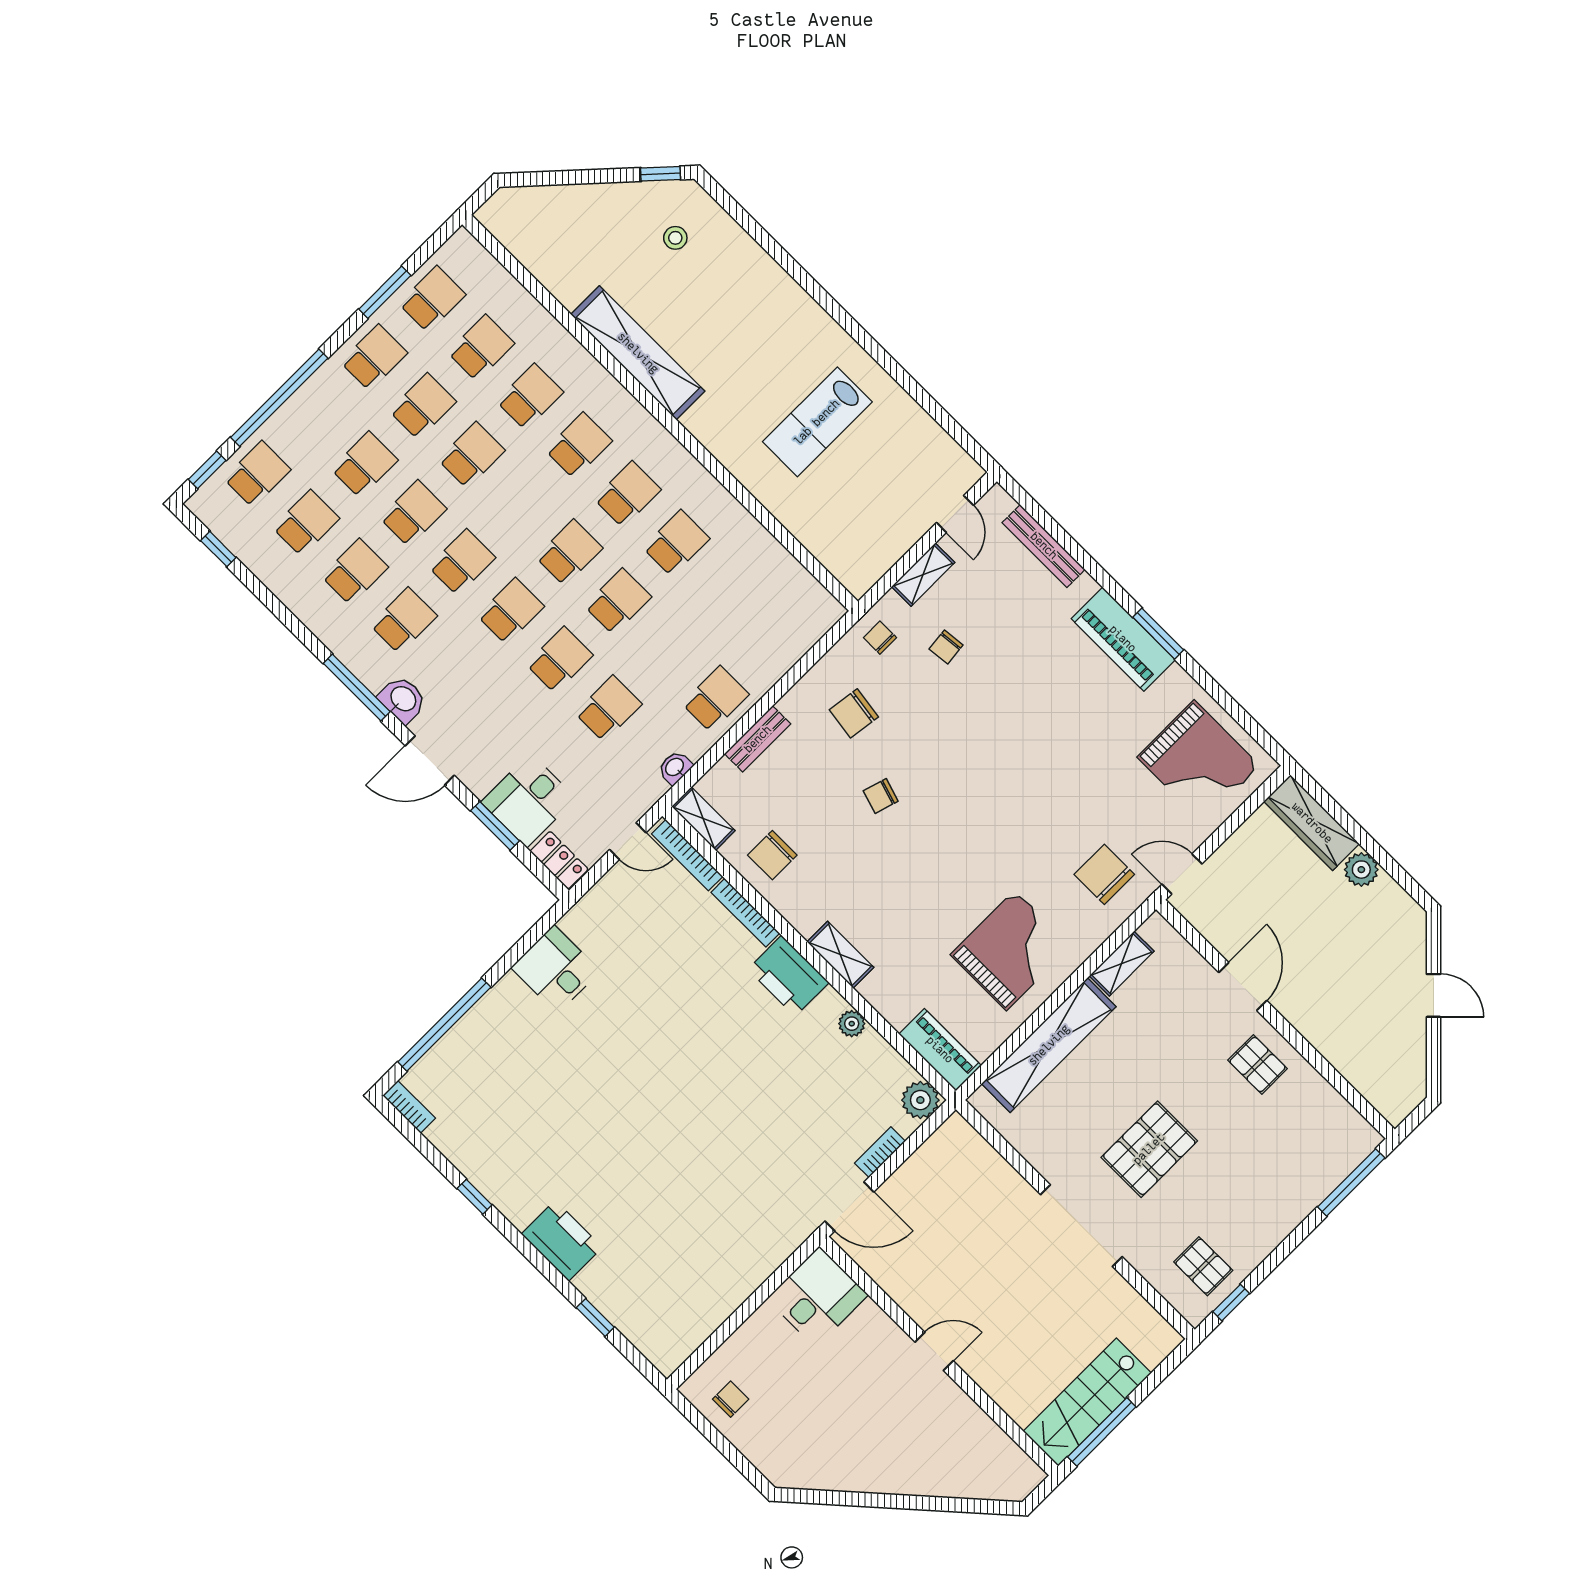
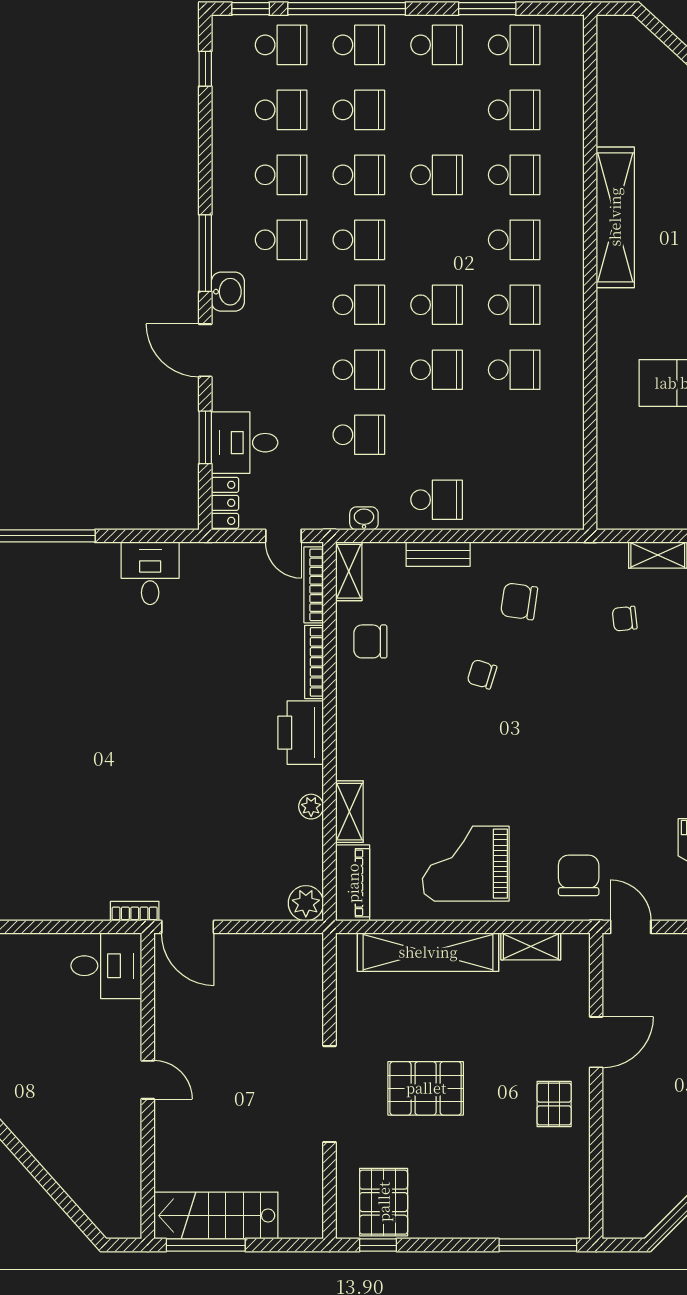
school desk: (423, 406) -> (359, 45), moved
chair: (880, 638) -> (587, 568), removed
grand piano: (1011, 950) -> (466, 864), turned 180
shelving: (840, 955) -> (349, 812), moved
bookcase: (880, 1152) -> (135, 911), moved
pallet: (1203, 1266) -> (384, 1202), width x1.50, depth x1.42

